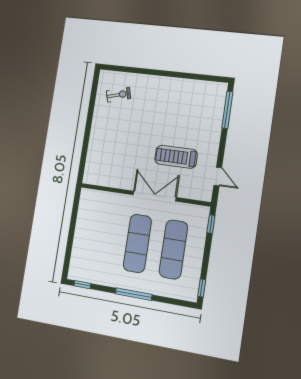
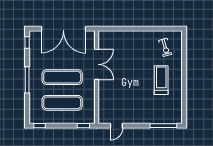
treadmill: (176, 157) -> (161, 80), moved
double door: (155, 196) -> (97, 64), moved
double door: (72, 231) -> (63, 29), added

